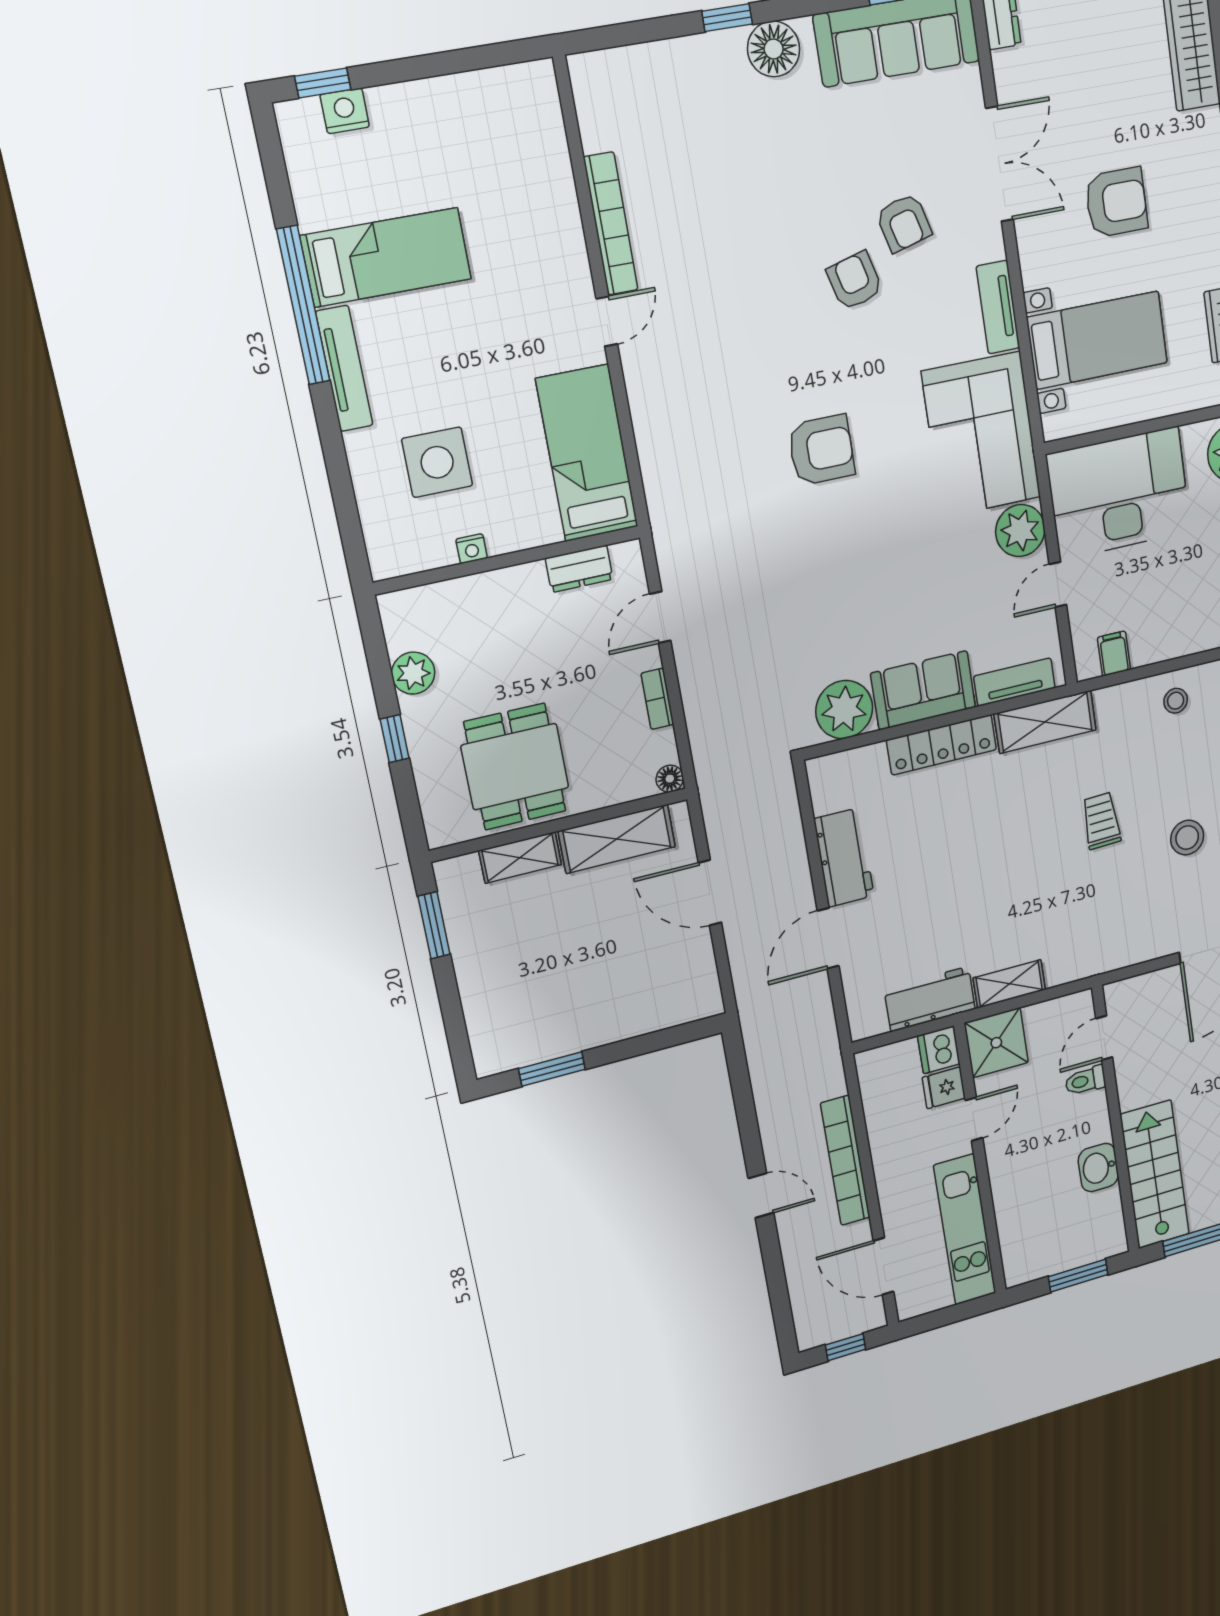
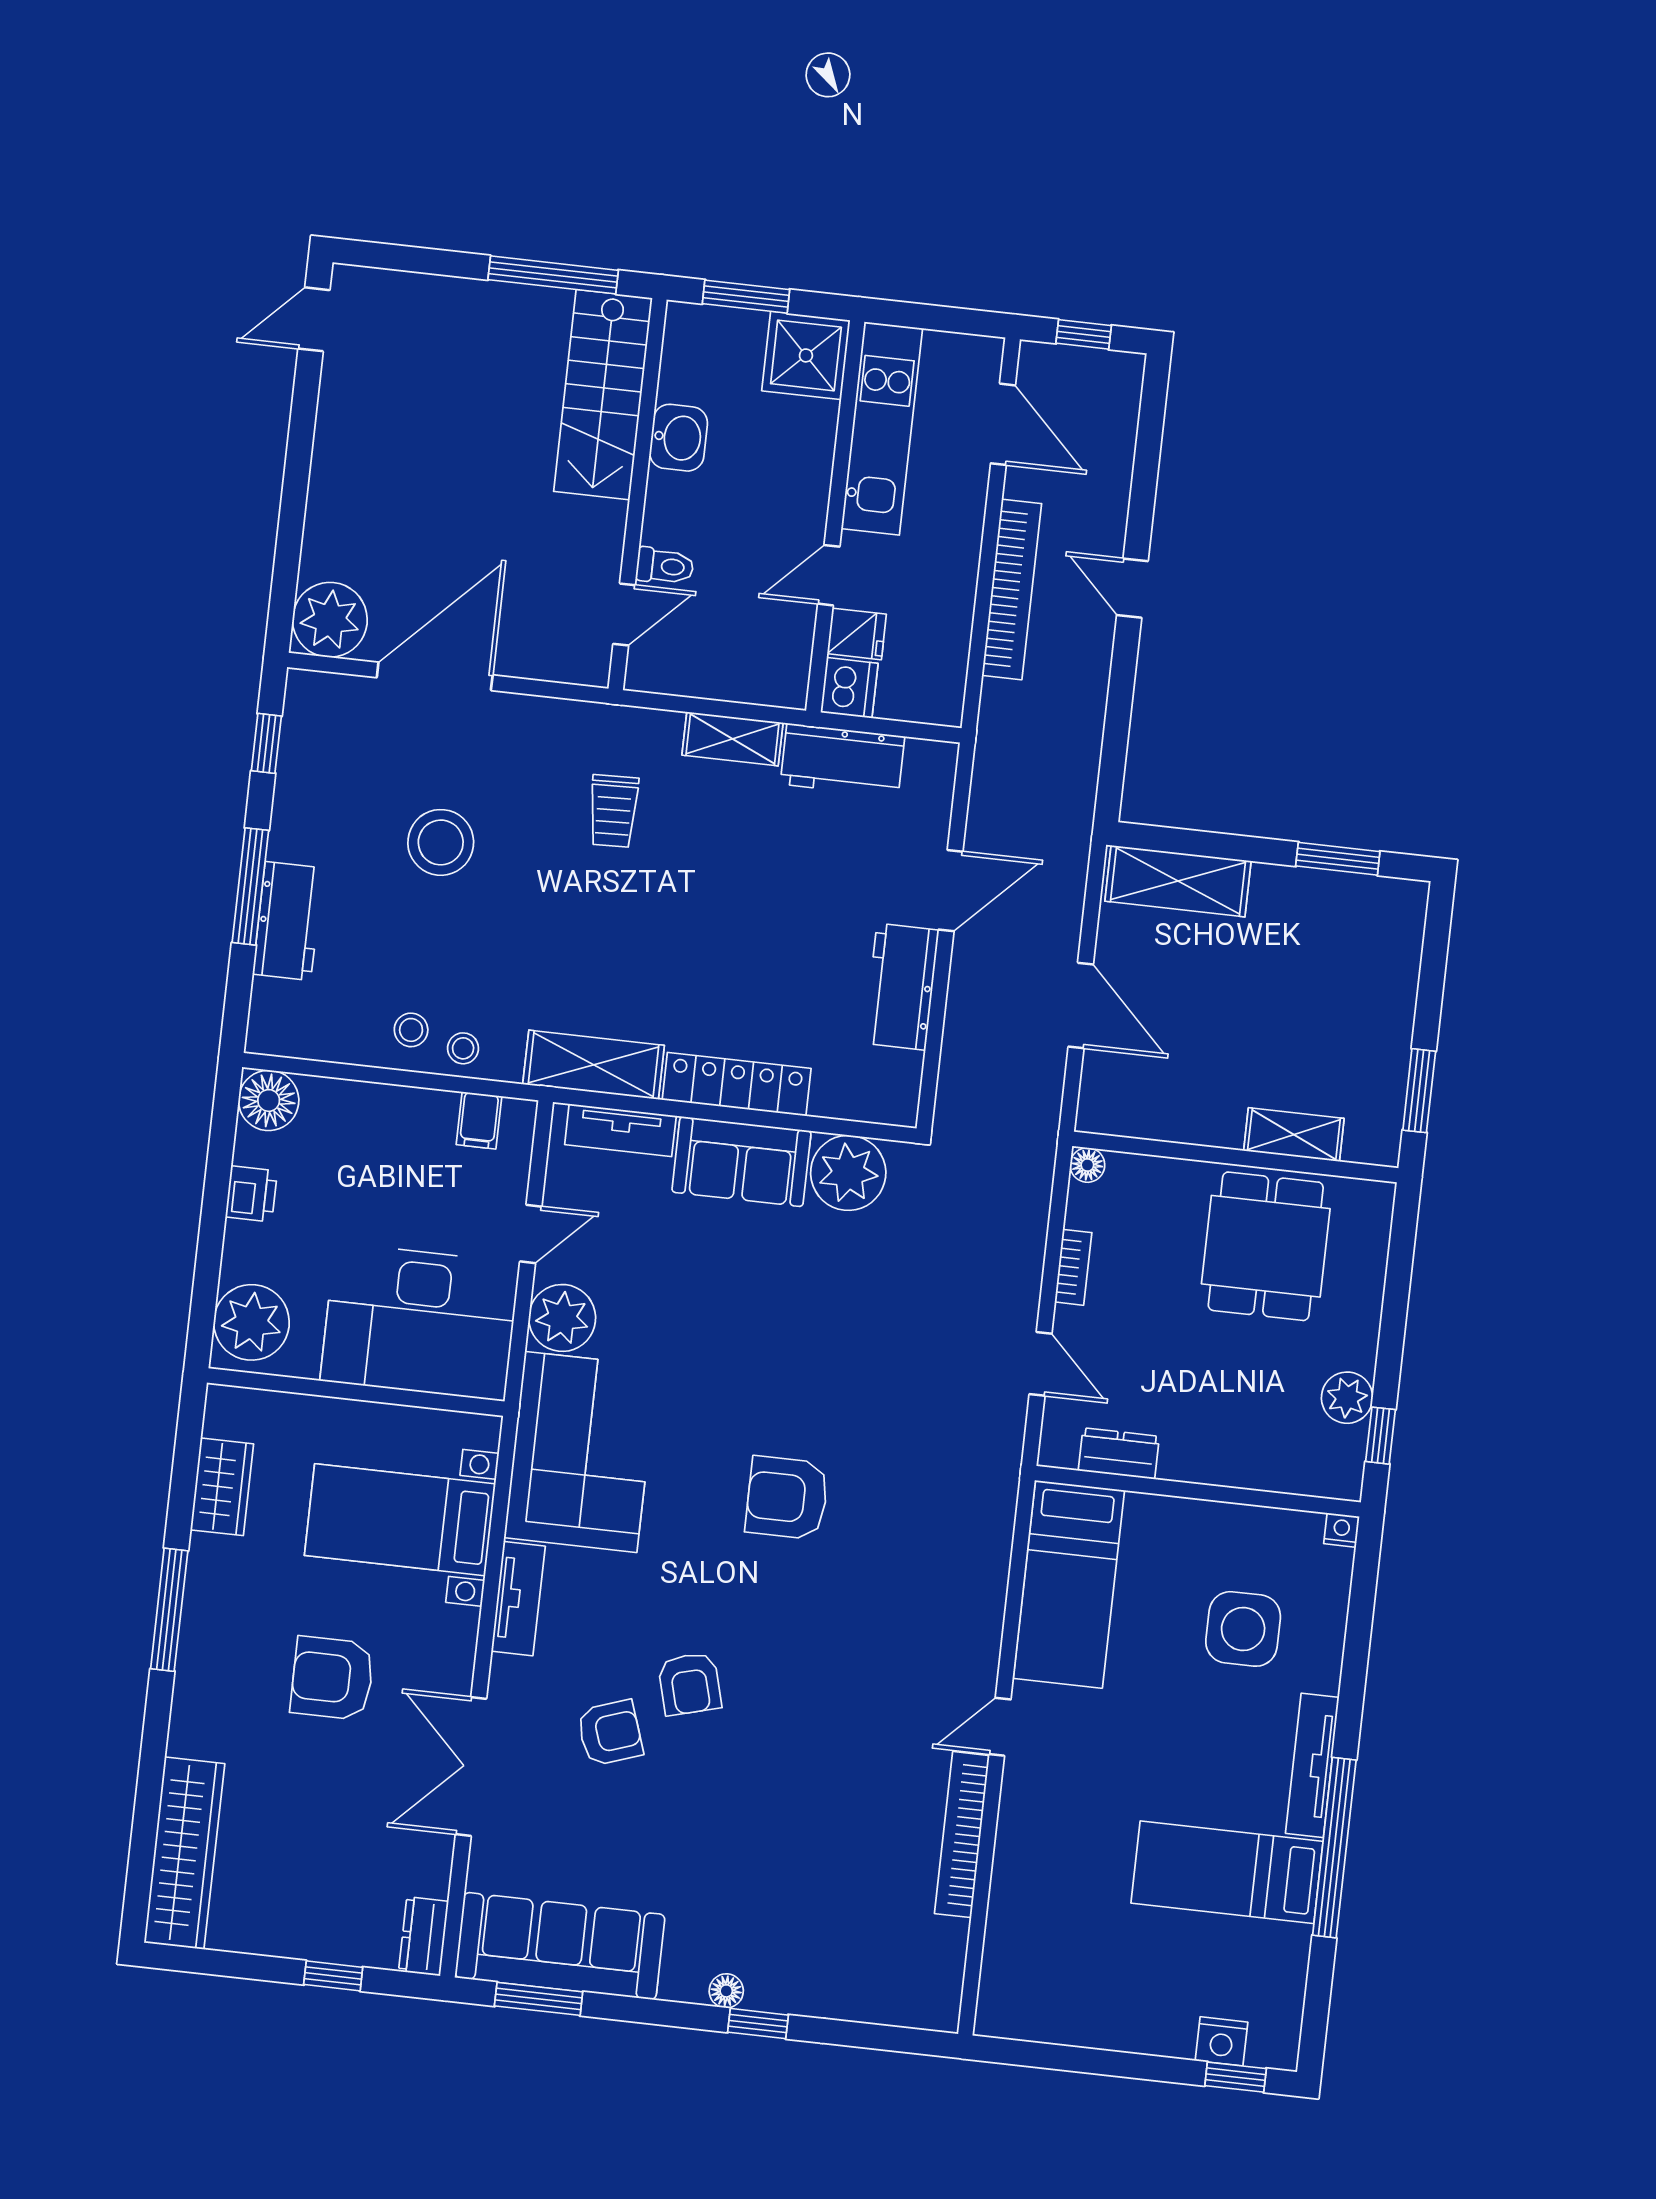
floor lamp: (774, 49) -> (726, 1991), width x0.53, depth x0.53
armchair: (904, 223) -> (610, 1733), turned 86
nightstand: (472, 549) -> (1342, 1530), moved
door: (660, 617) -> (1041, 1364), hinge flipped
stool: (1137, 701) -> (463, 1048), added
window: (395, 739) -> (1380, 1436), moved
trolley: (1101, 821) -> (613, 811), moved
stool: (1187, 838) -> (441, 842), width x1.38, depth x1.38
shelving: (617, 839) -> (1178, 881), moved
shower: (996, 1043) -> (806, 355), moved

